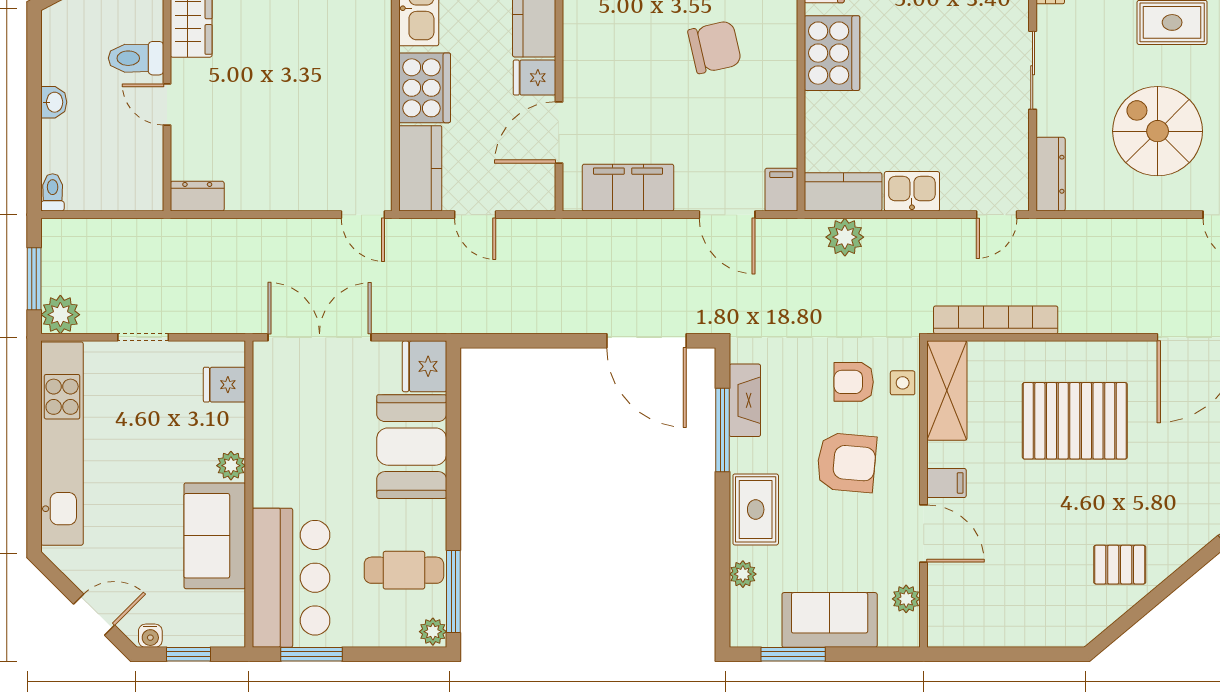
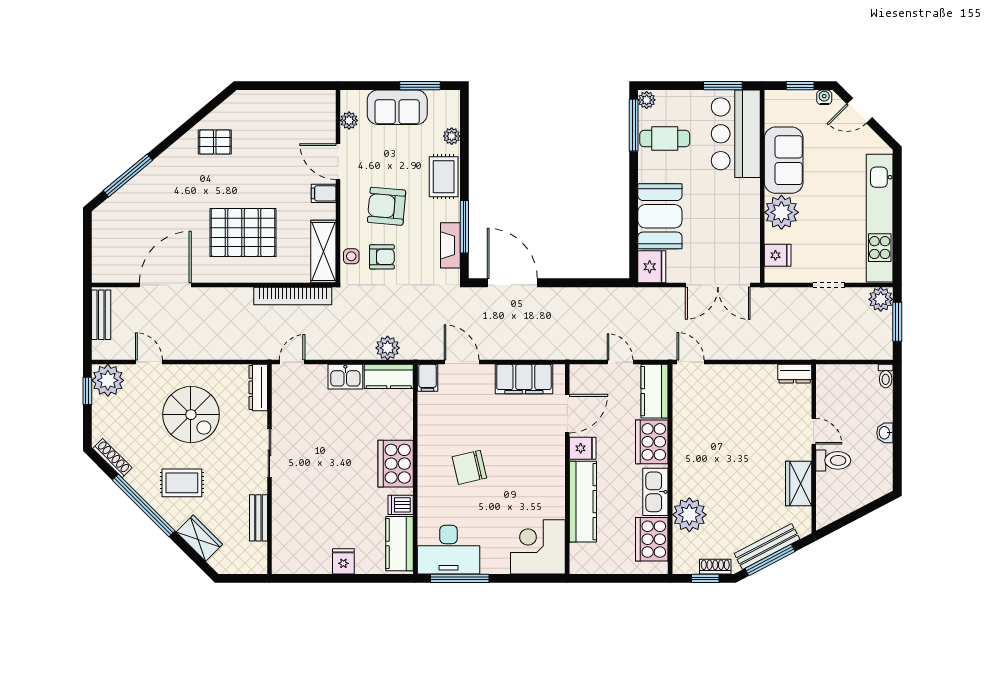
plant: (231, 466) -> (781, 212), width x1.88, depth x1.88

